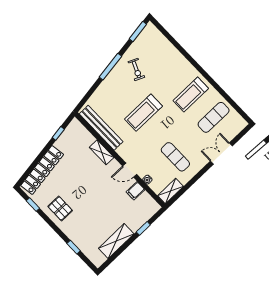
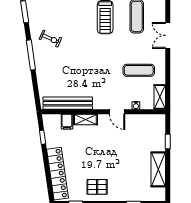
treadmill: (143, 113) -> (86, 63), removed
door: (130, 170) -> (117, 112), hinge flipped
filing cabinet: (136, 191) -> (67, 122), moved

